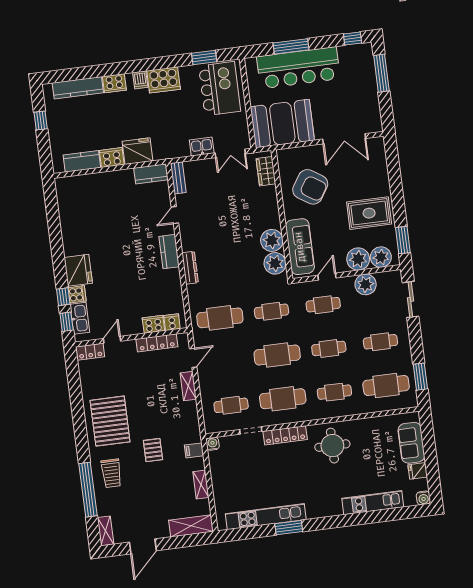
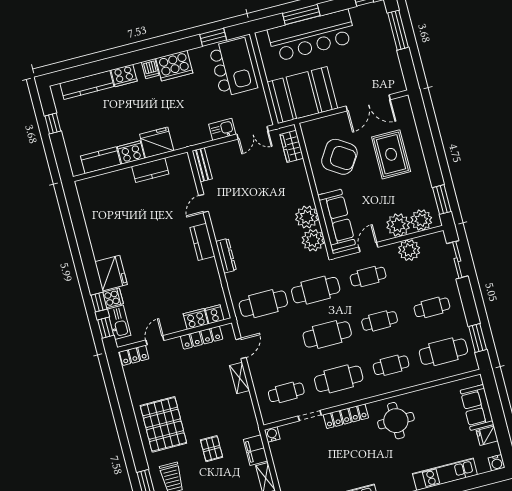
kitchen counter: (151, 174) -> (150, 170), moved
rug: (369, 213) -> (391, 154), moved, turned 90
cafe table: (272, 311) -> (316, 290), width x1.37, depth x1.35
filing cabinet: (194, 450) -> (256, 450), width x2.00

